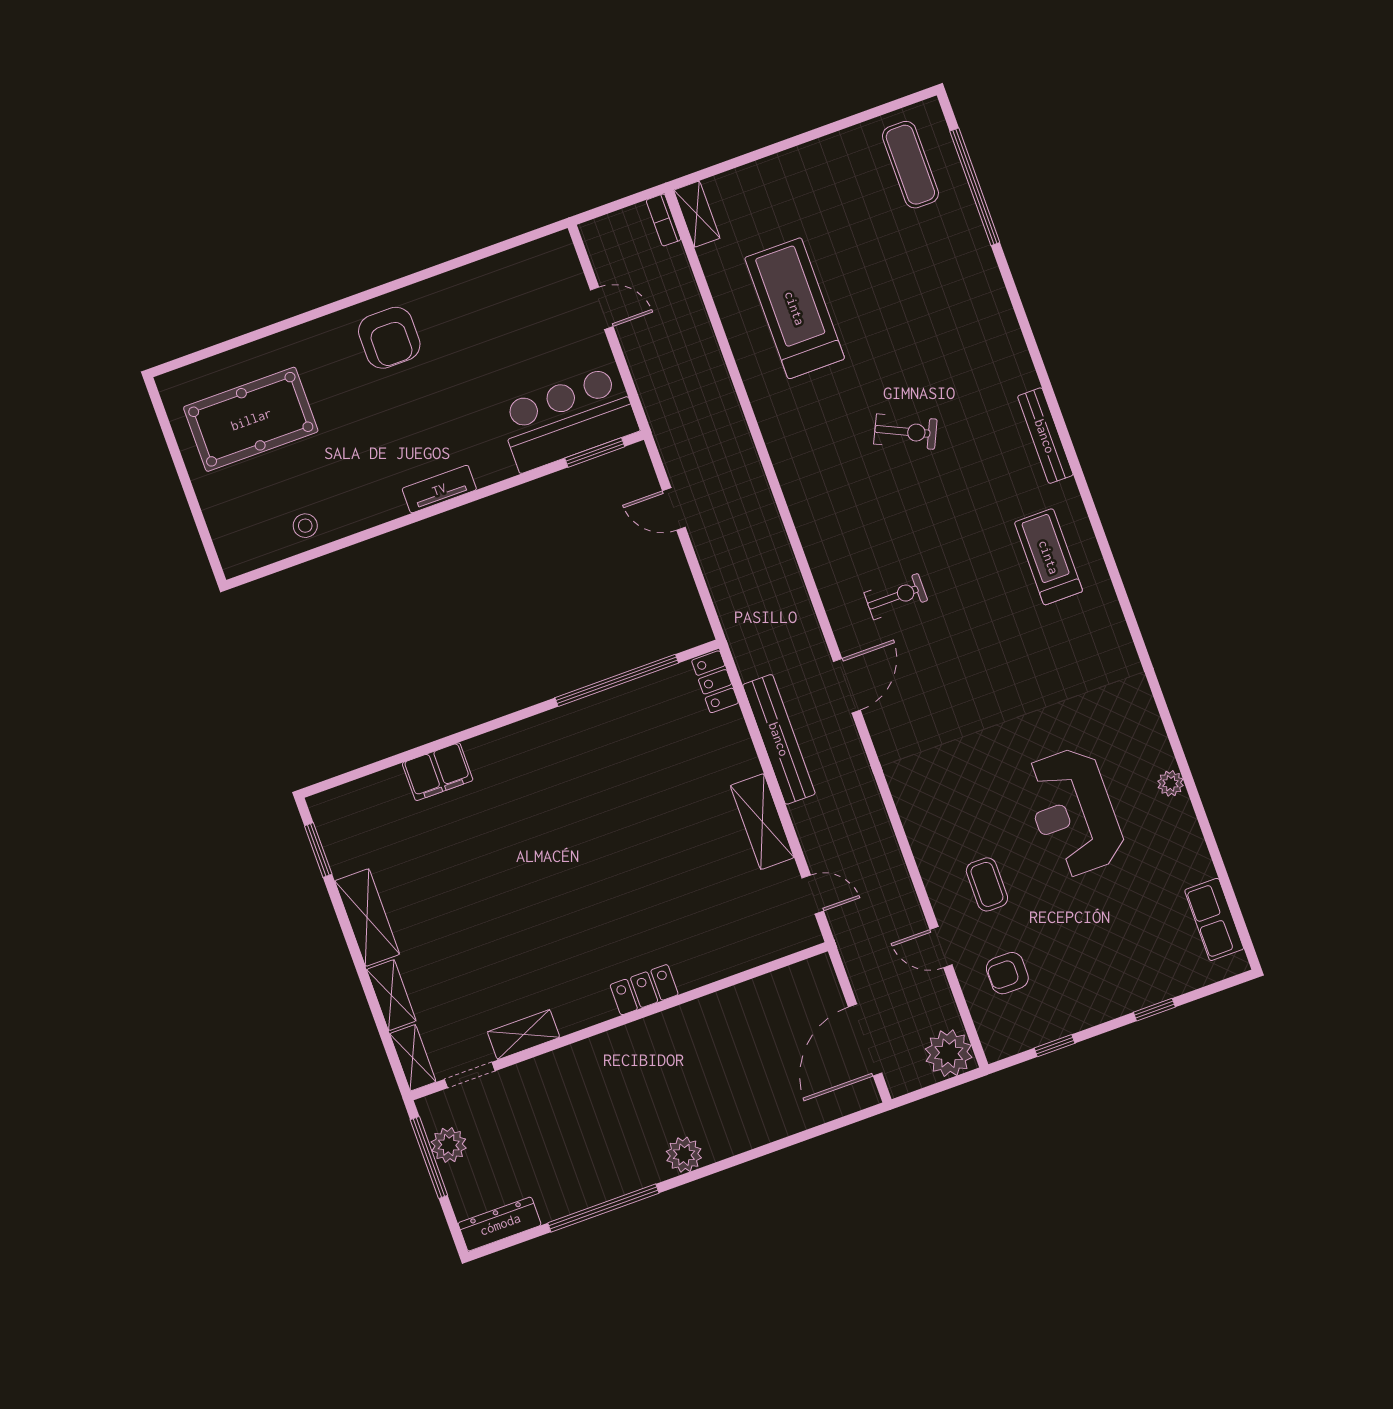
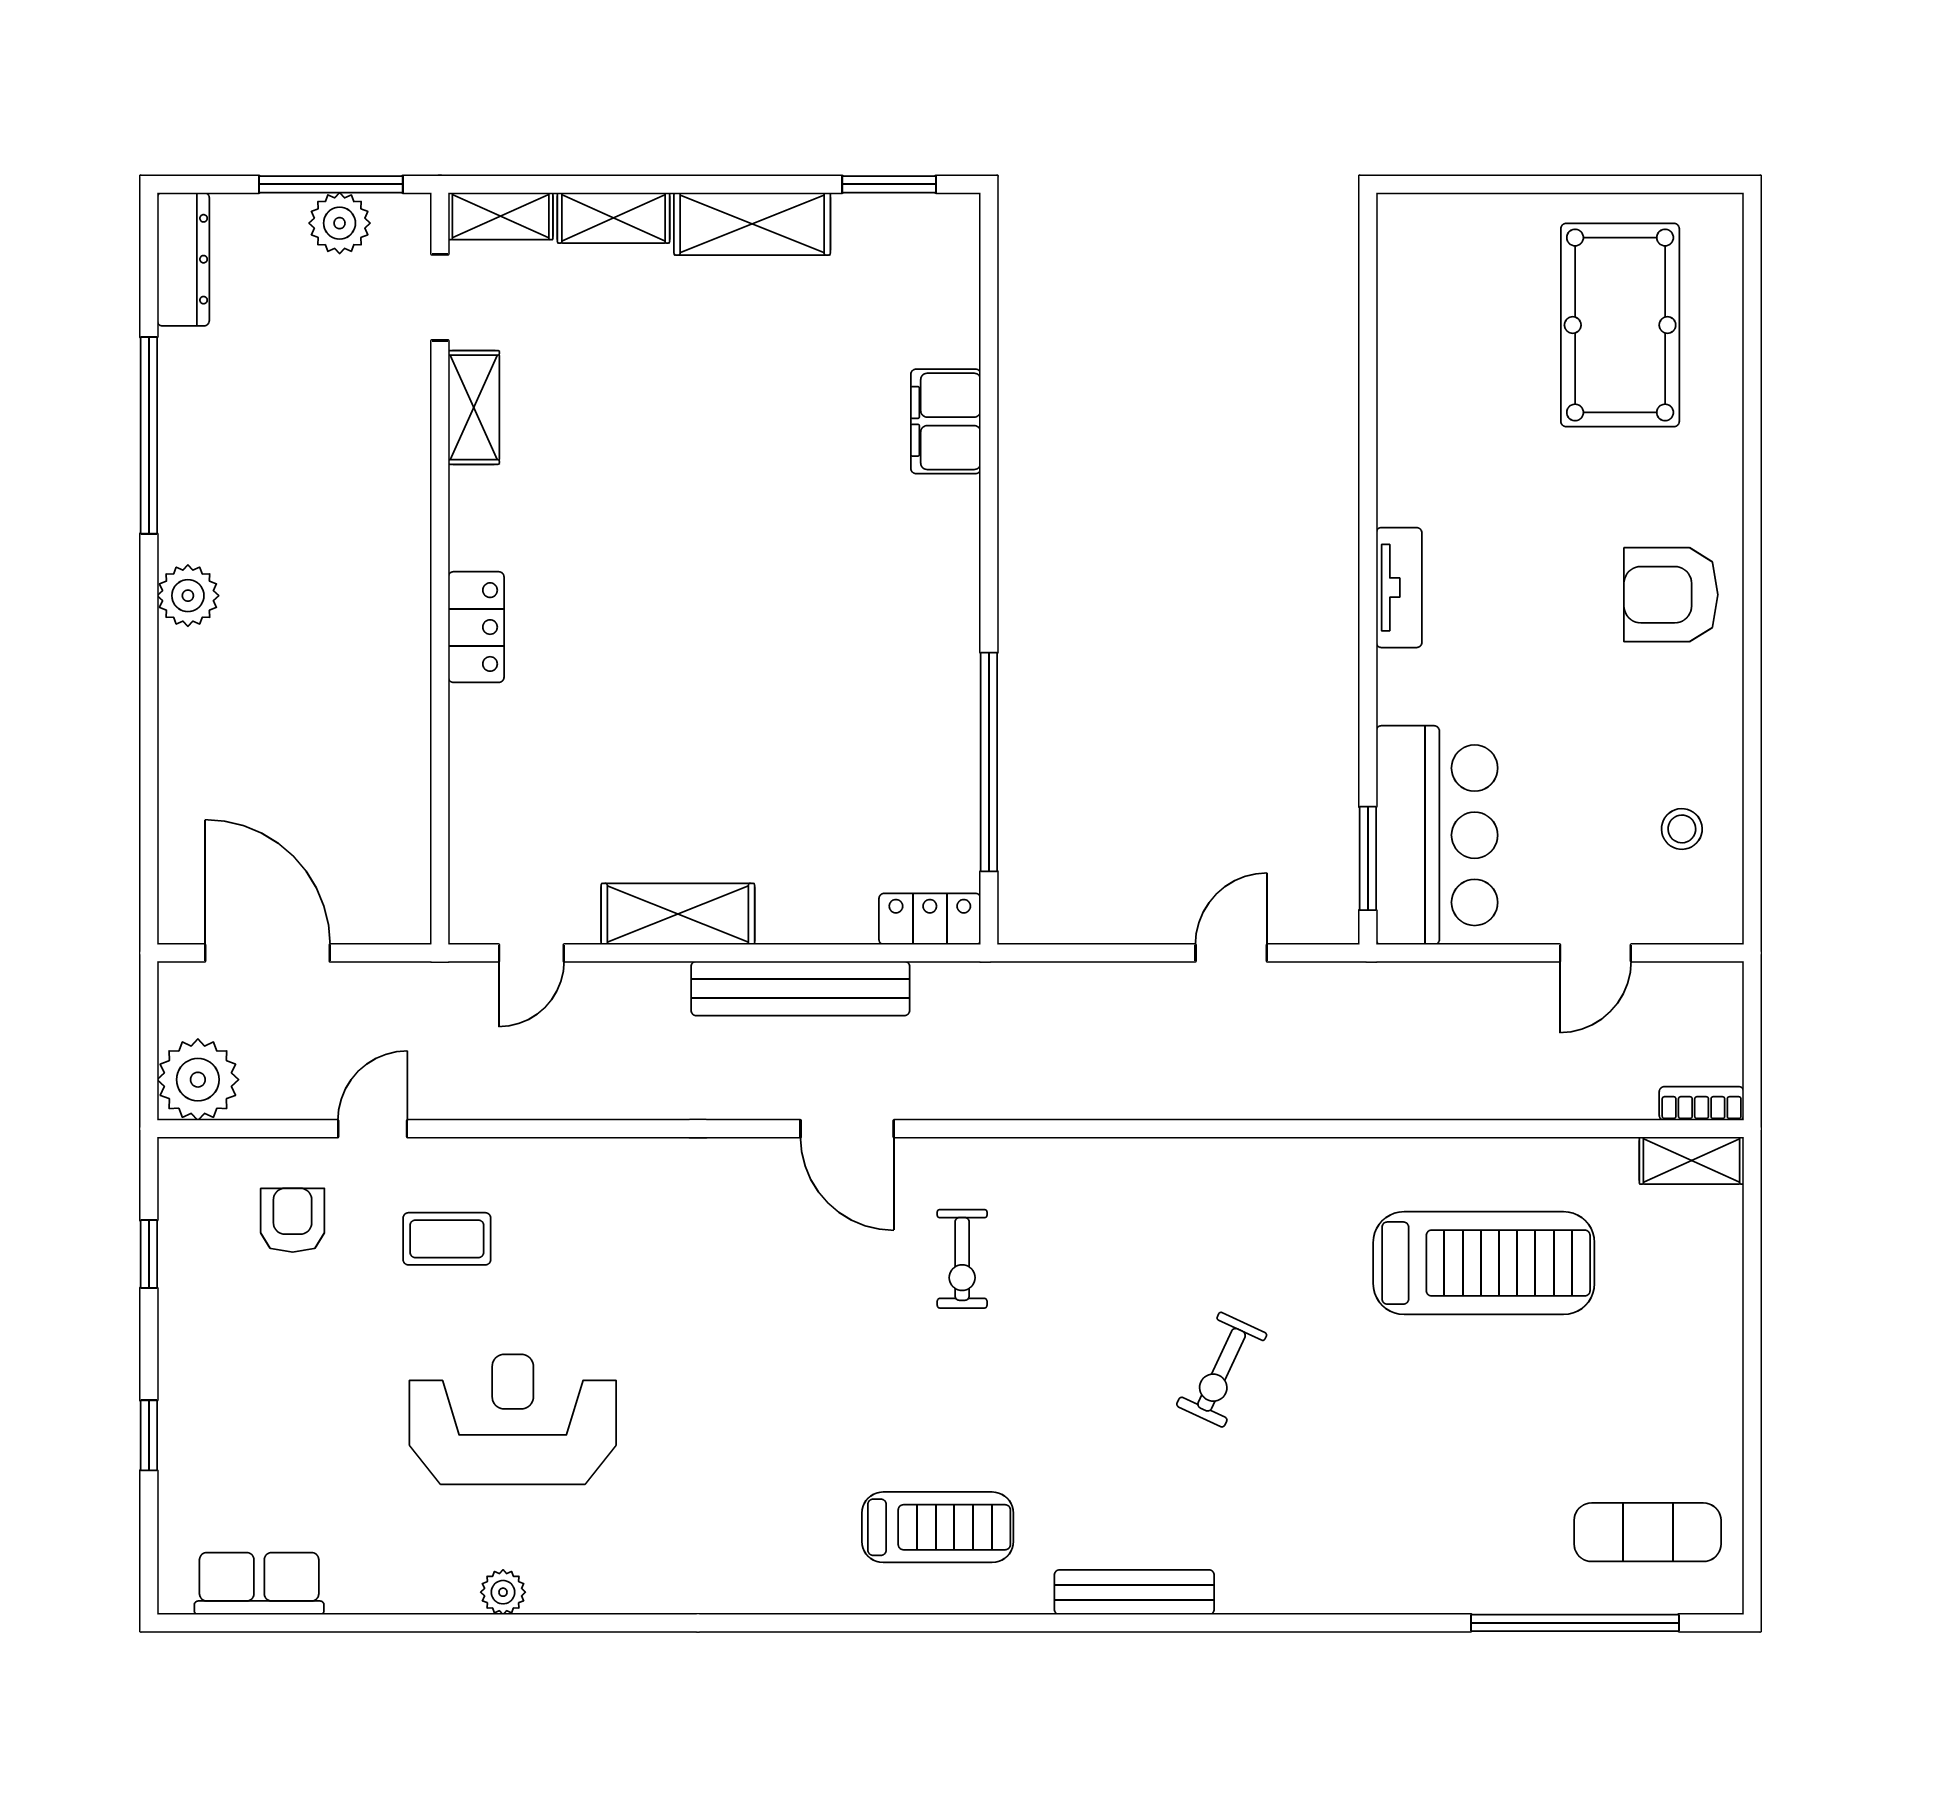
stool: (305, 526) -> (1682, 829), moved

